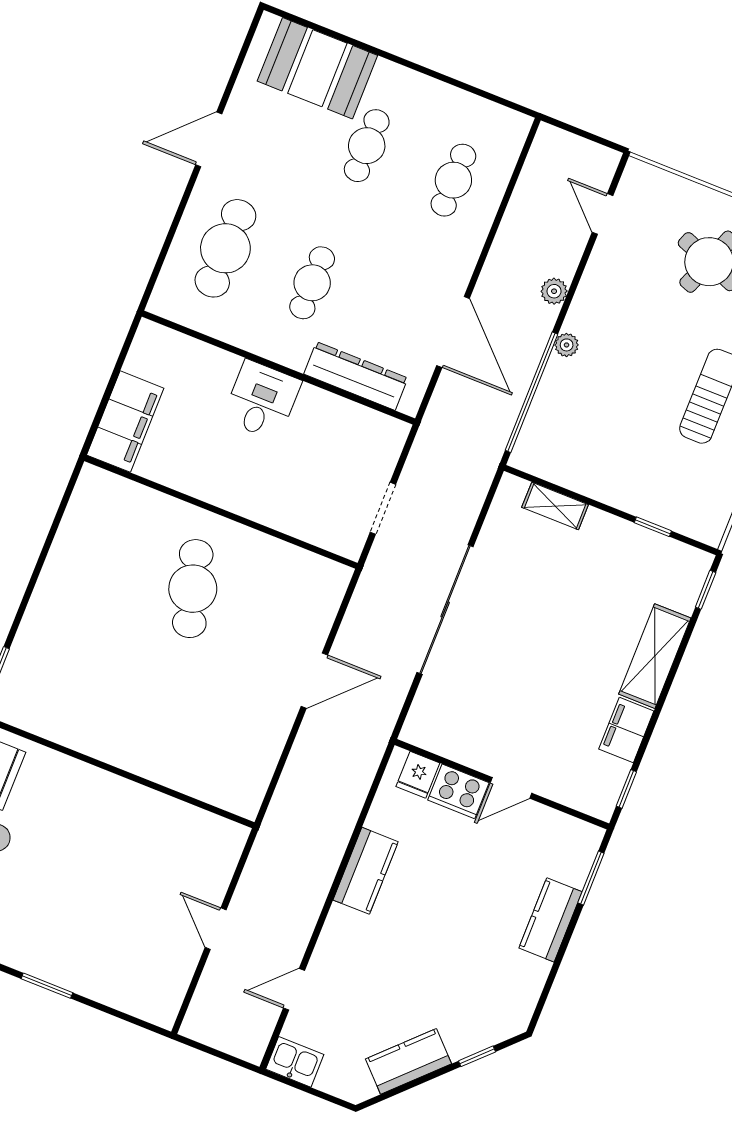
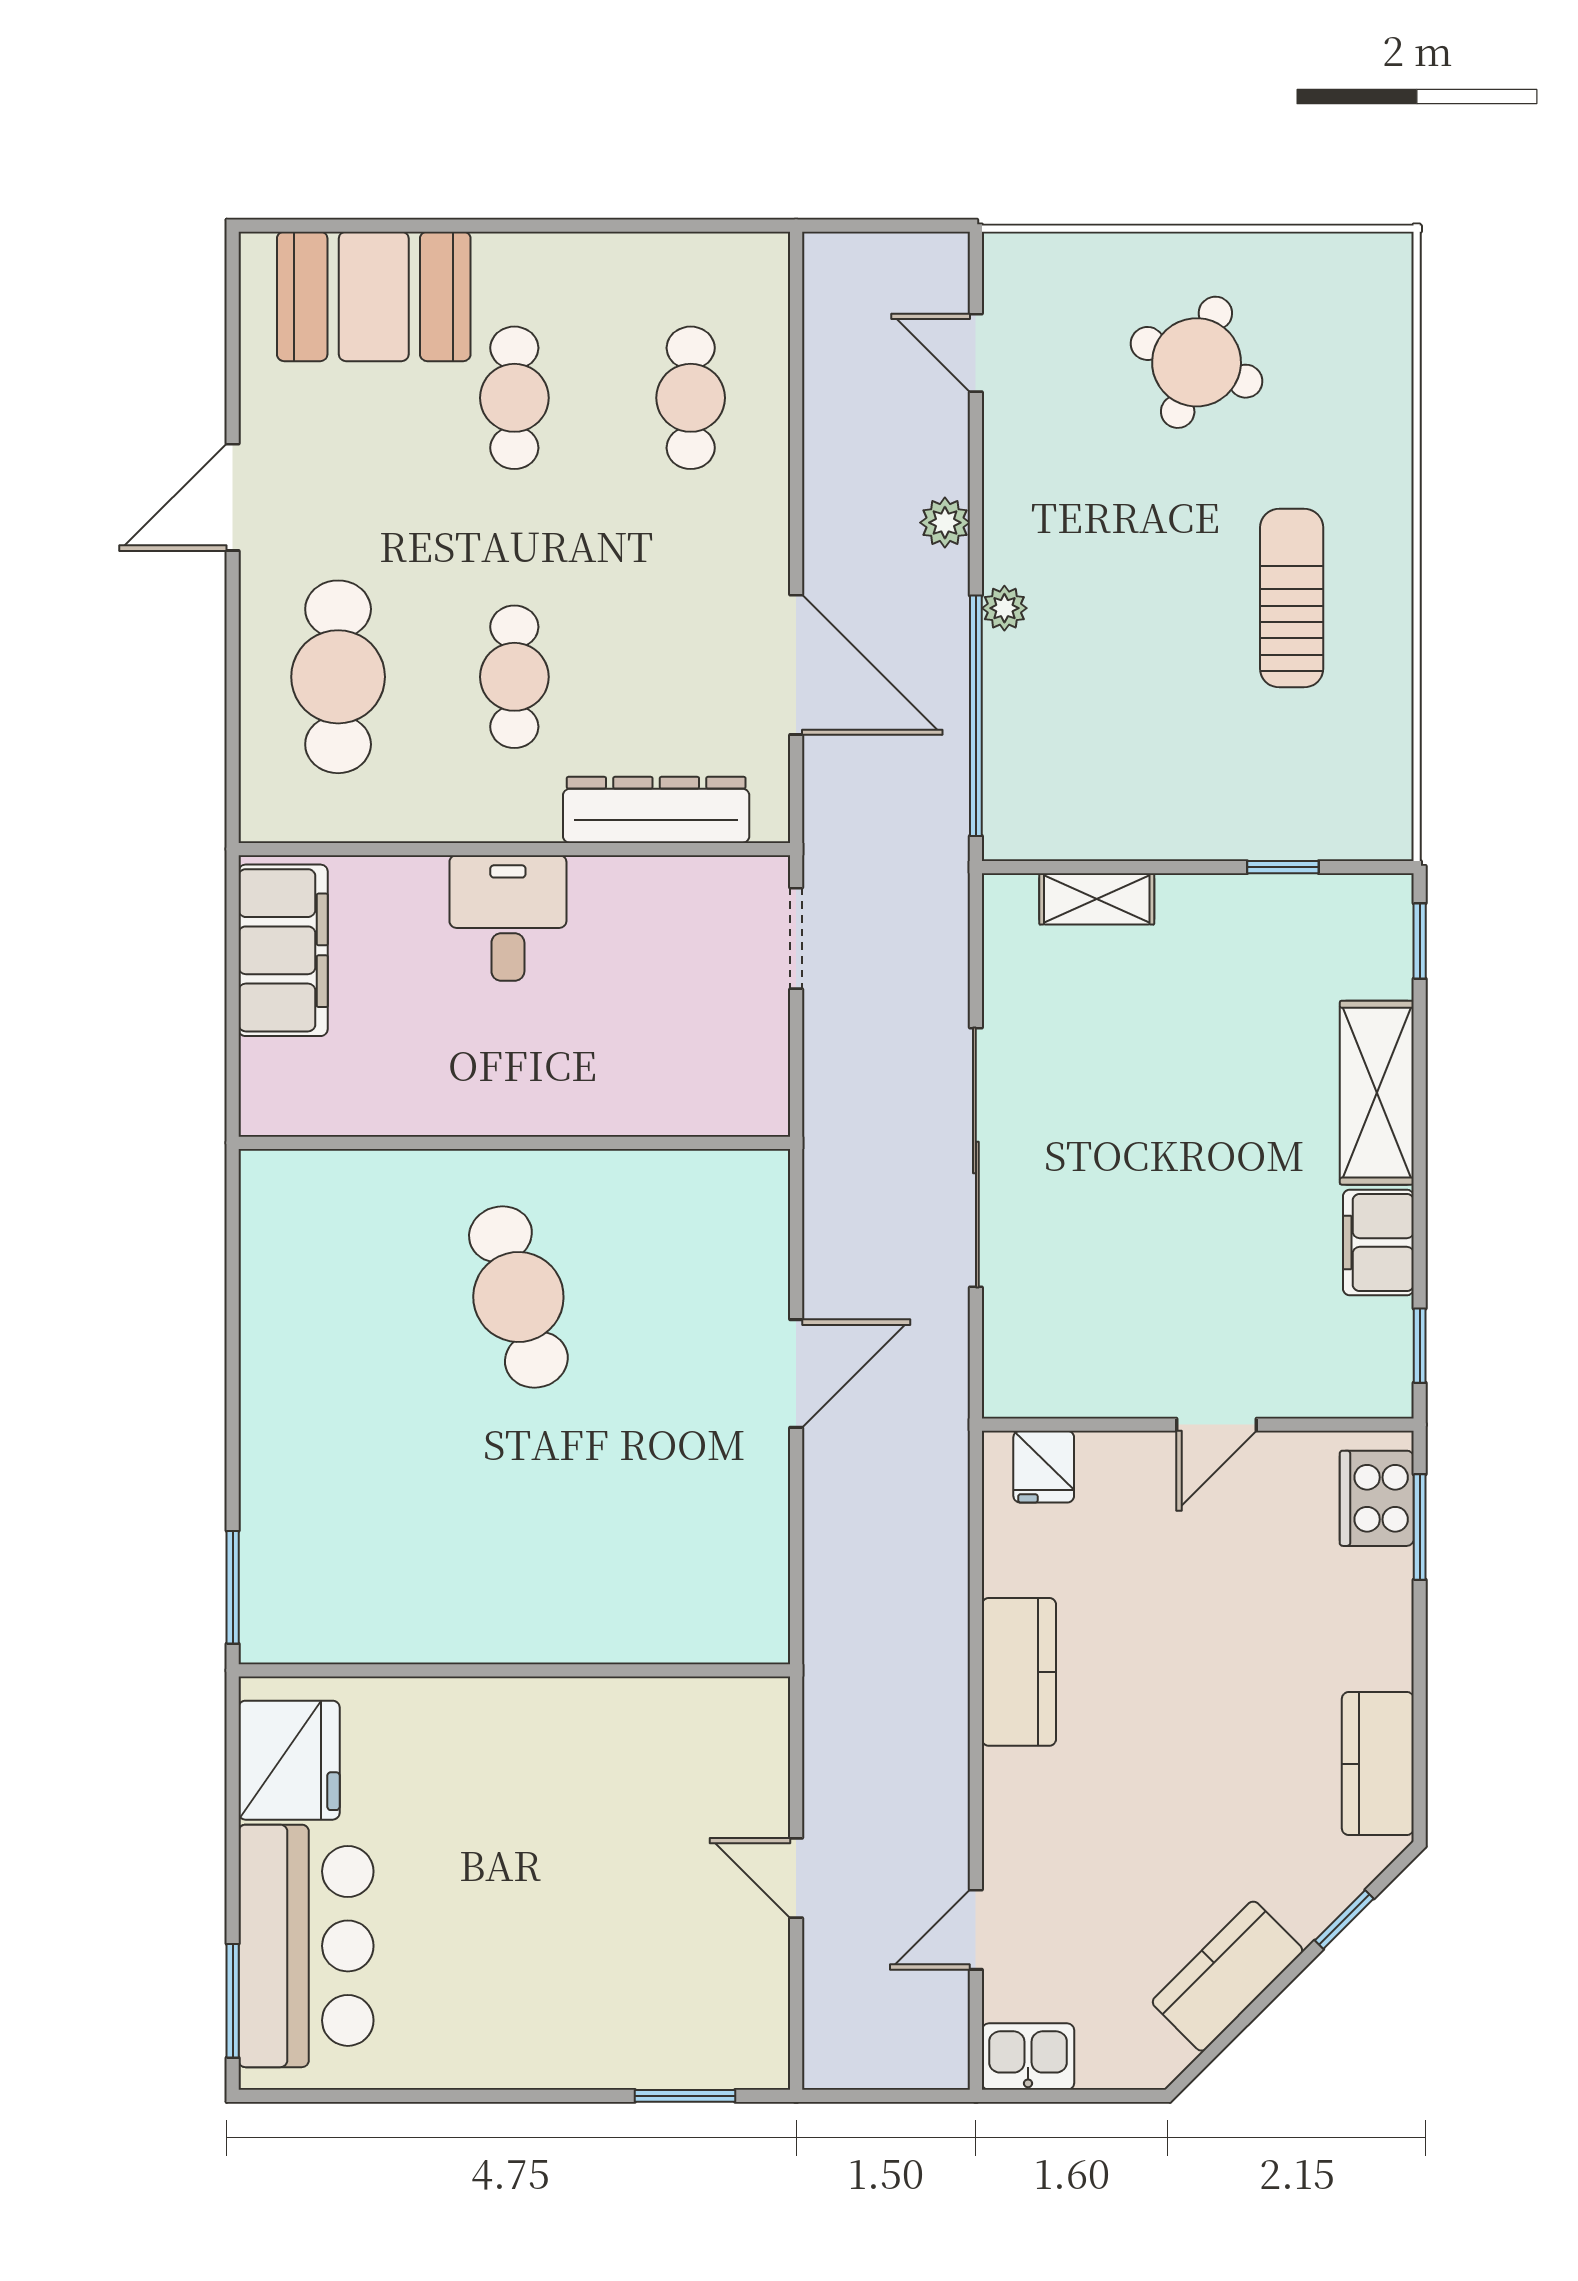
filing cabinet: (125, 422) -> (283, 950), moved
doorway: (383, 508) -> (796, 938), moved
cooker: (458, 791) -> (1377, 1498), moved, turned 90
kitchen counter: (550, 920) -> (1378, 1764), moved
window: (47, 986) -> (685, 2096), moved

